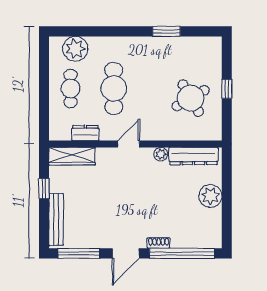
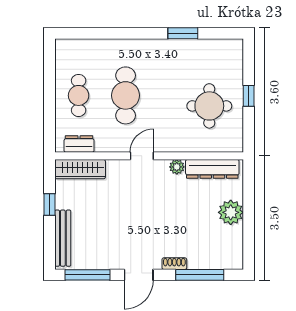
plant: (75, 49) -> (84, 52), removed
round table: (191, 98) -> (209, 106), turned 30
dresser: (85, 133) -> (79, 144), moved
window: (182, 253) -> (200, 275), width x0.68

